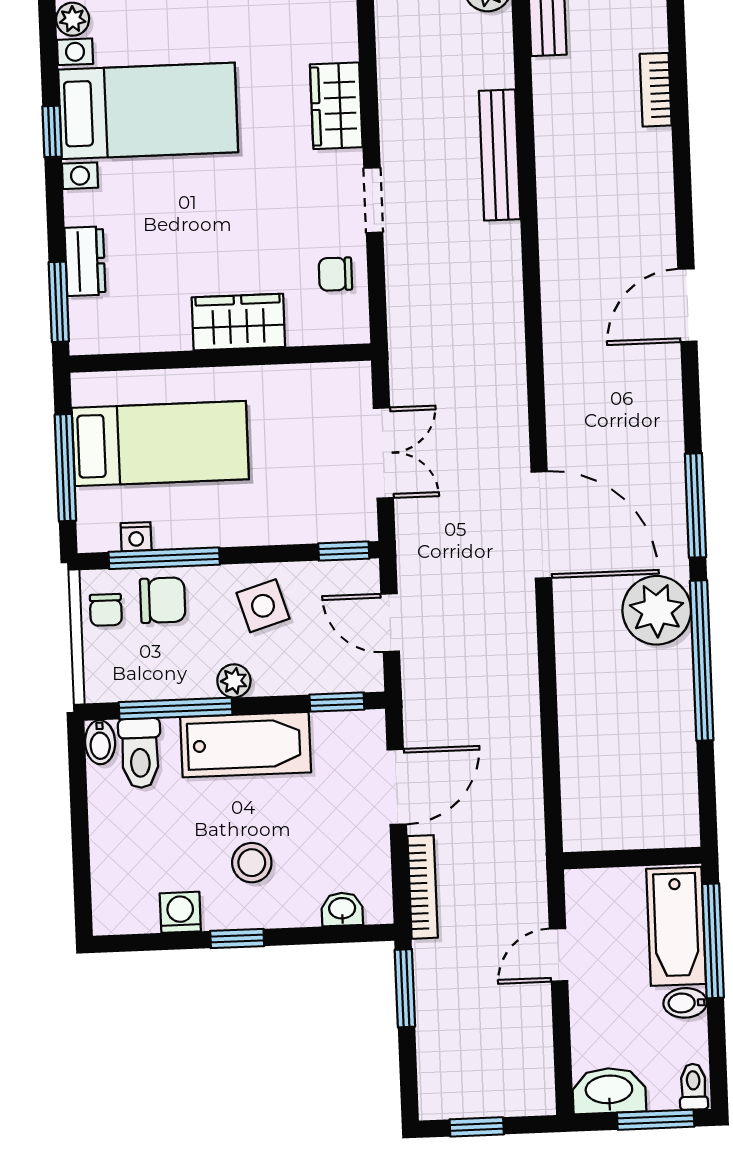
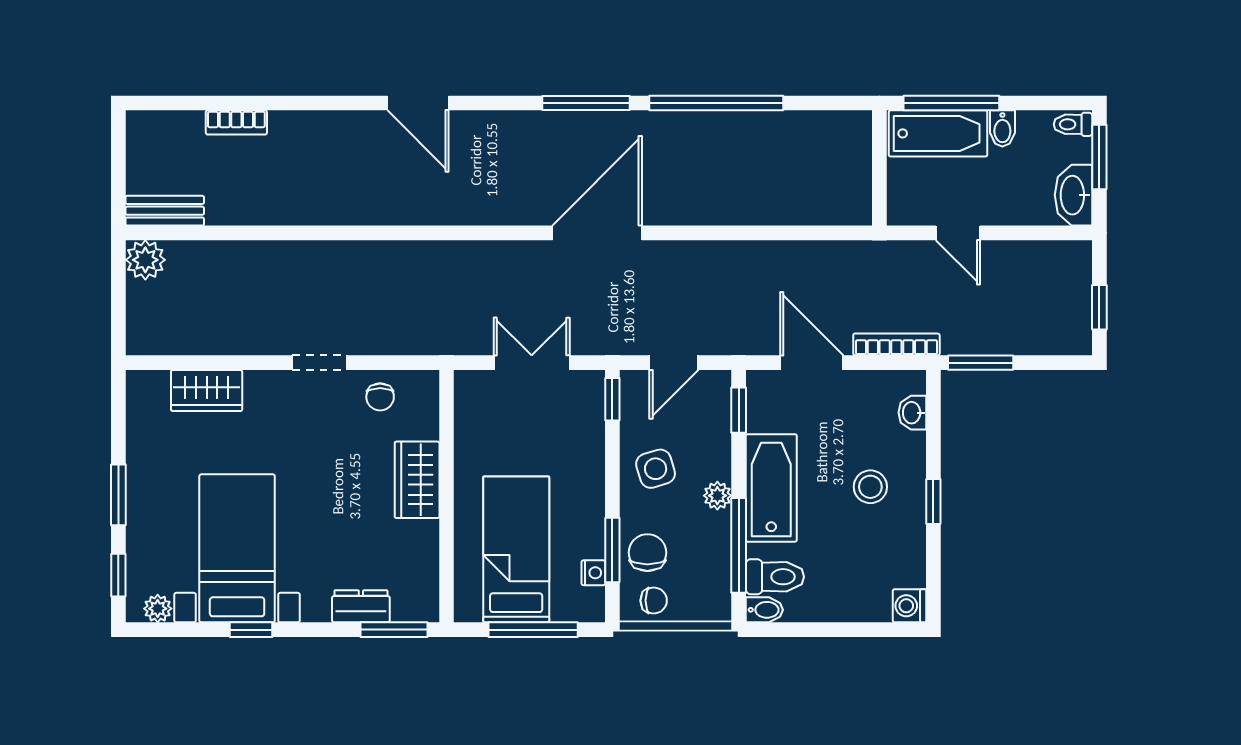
wardrobe: (336, 106) -> (207, 391), moved
bench: (500, 155) -> (286, 255), removed
window: (164, 558) -> (612, 550), width x0.69
plant: (657, 610) -> (673, 139), removed
washing machine: (180, 912) -> (910, 606), moved

